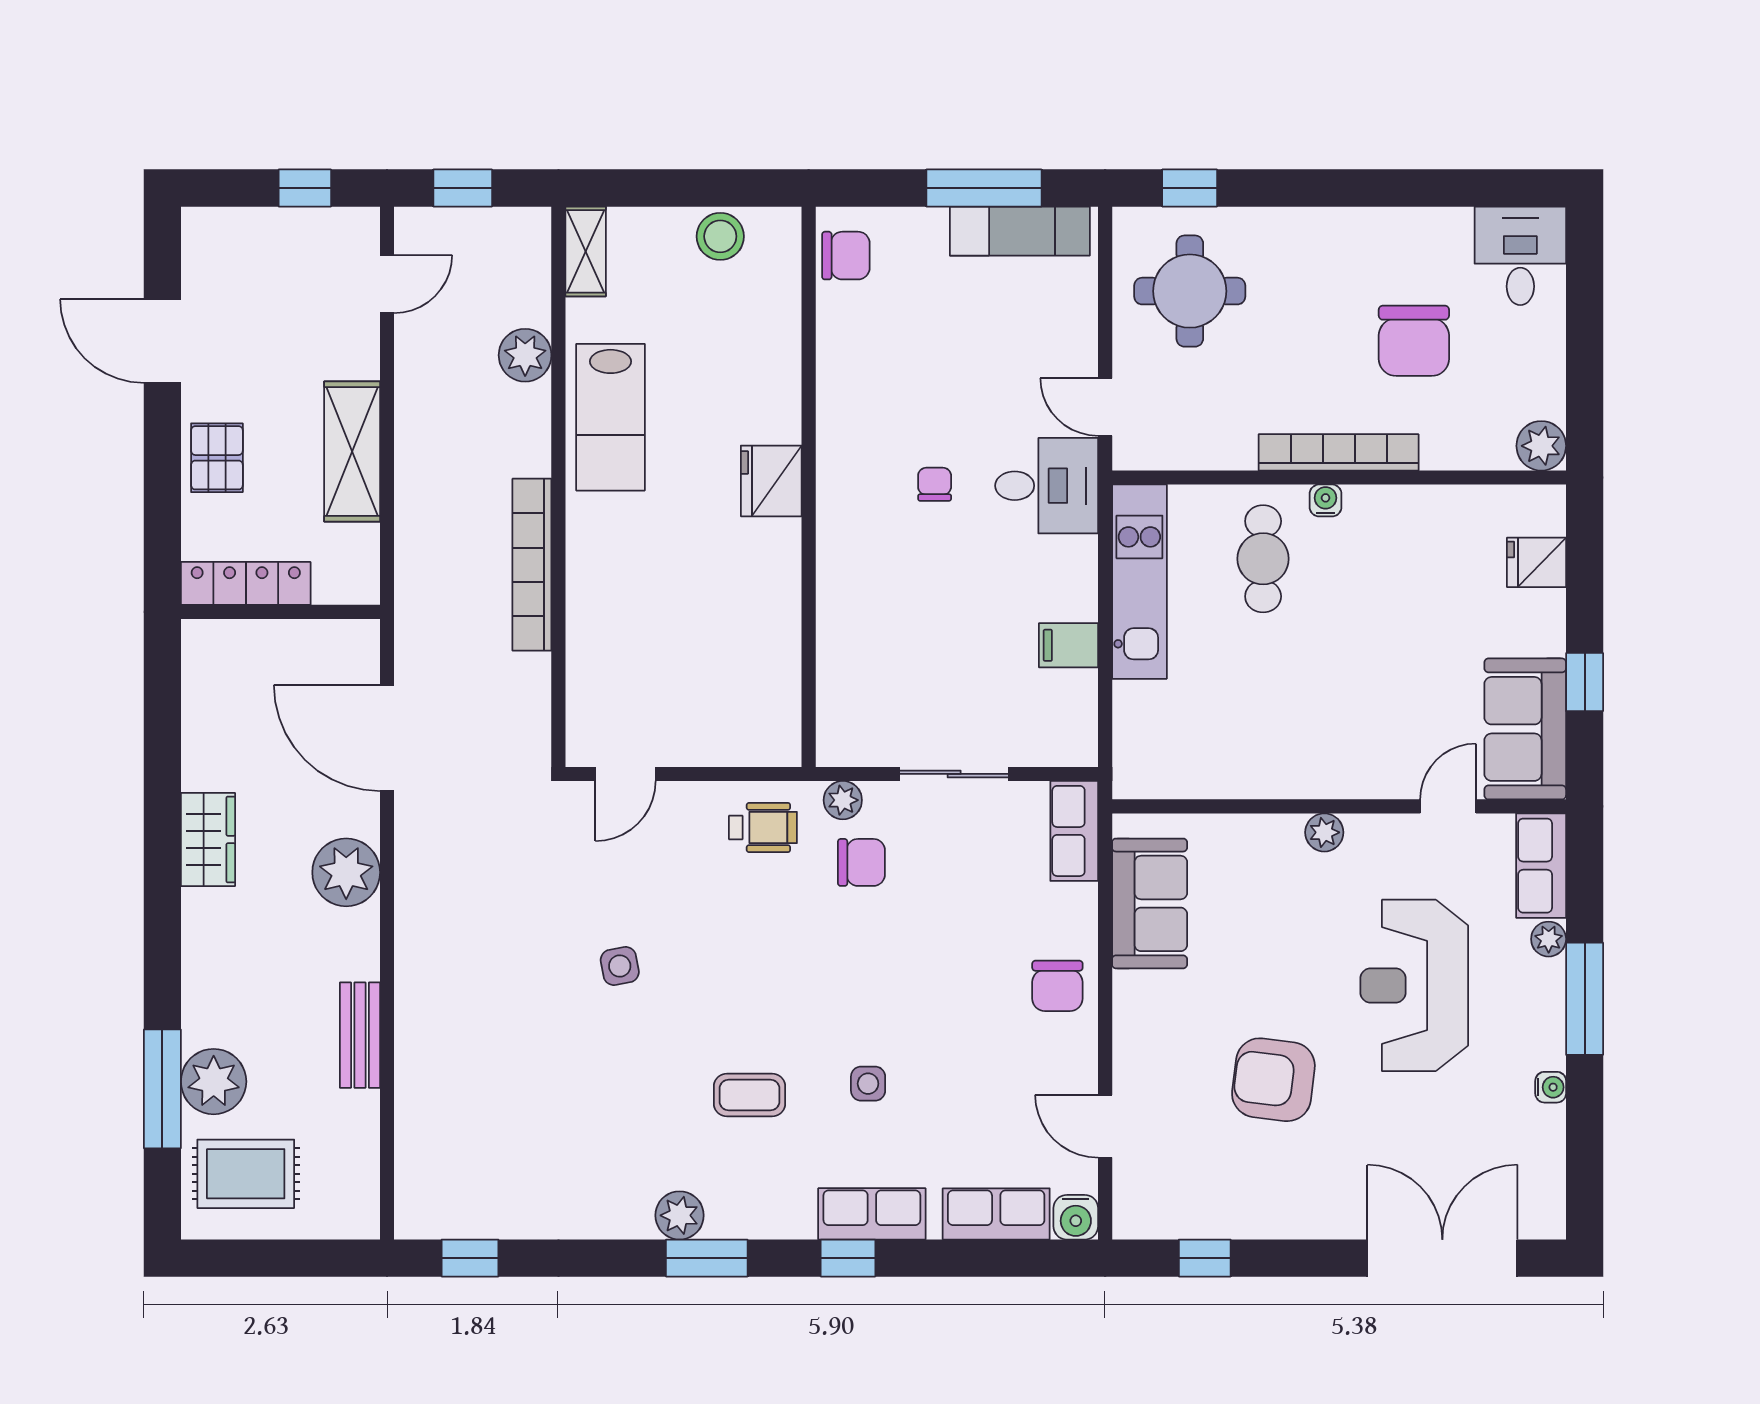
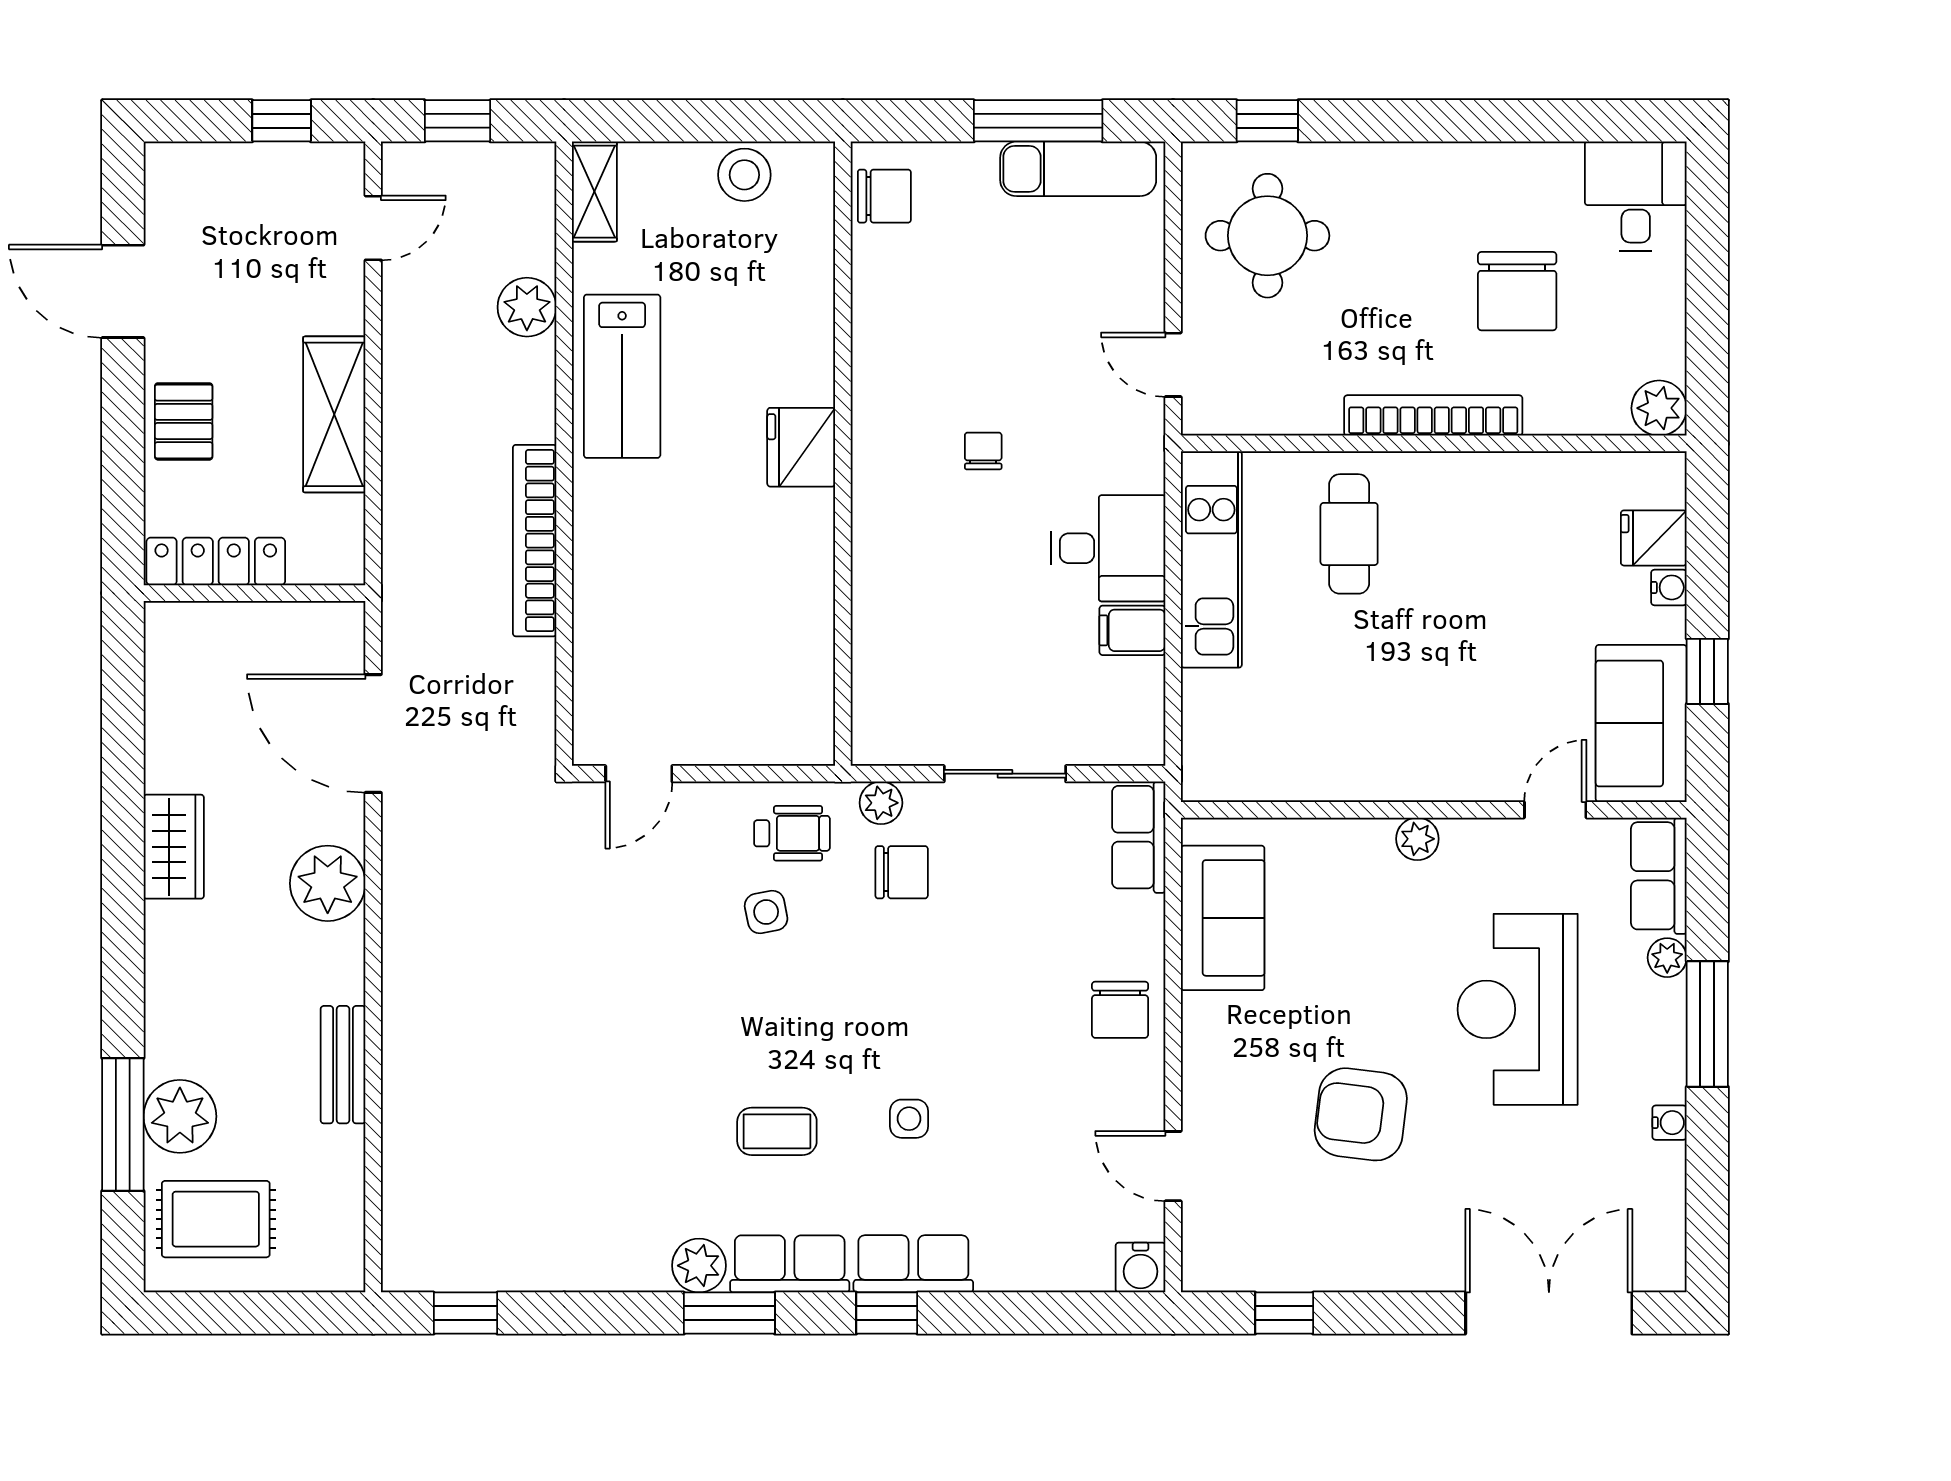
desk: (1047, 486) -> (1108, 548), moved
water cooler: (1326, 500) -> (1669, 587), moved, turned 90
side table: (620, 966) -> (766, 912), moved
row of seats: (996, 1214) -> (790, 1264), moved

